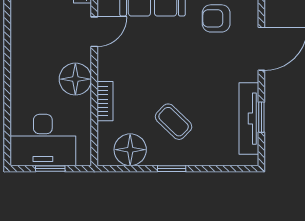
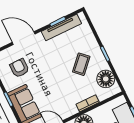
armchair: (216, 18) -> (19, 68), turned 180

